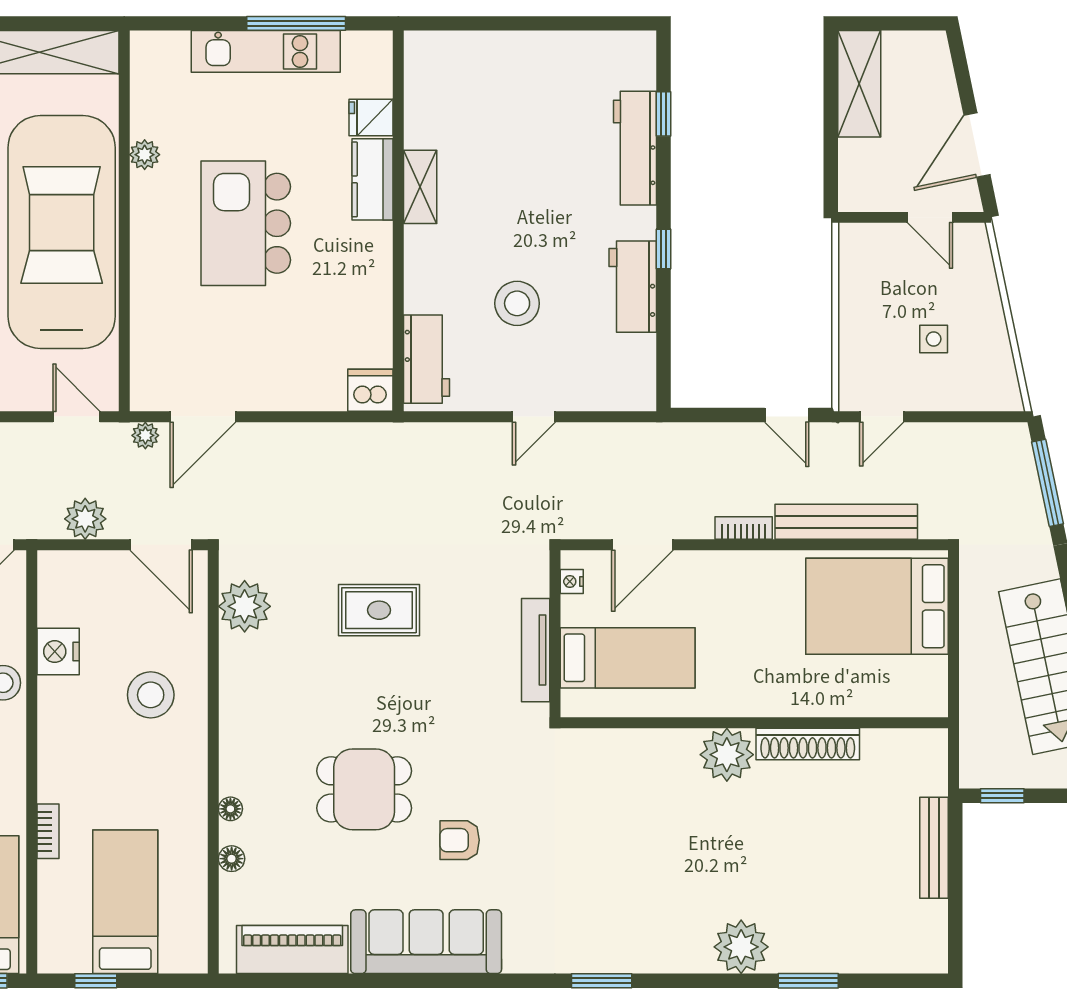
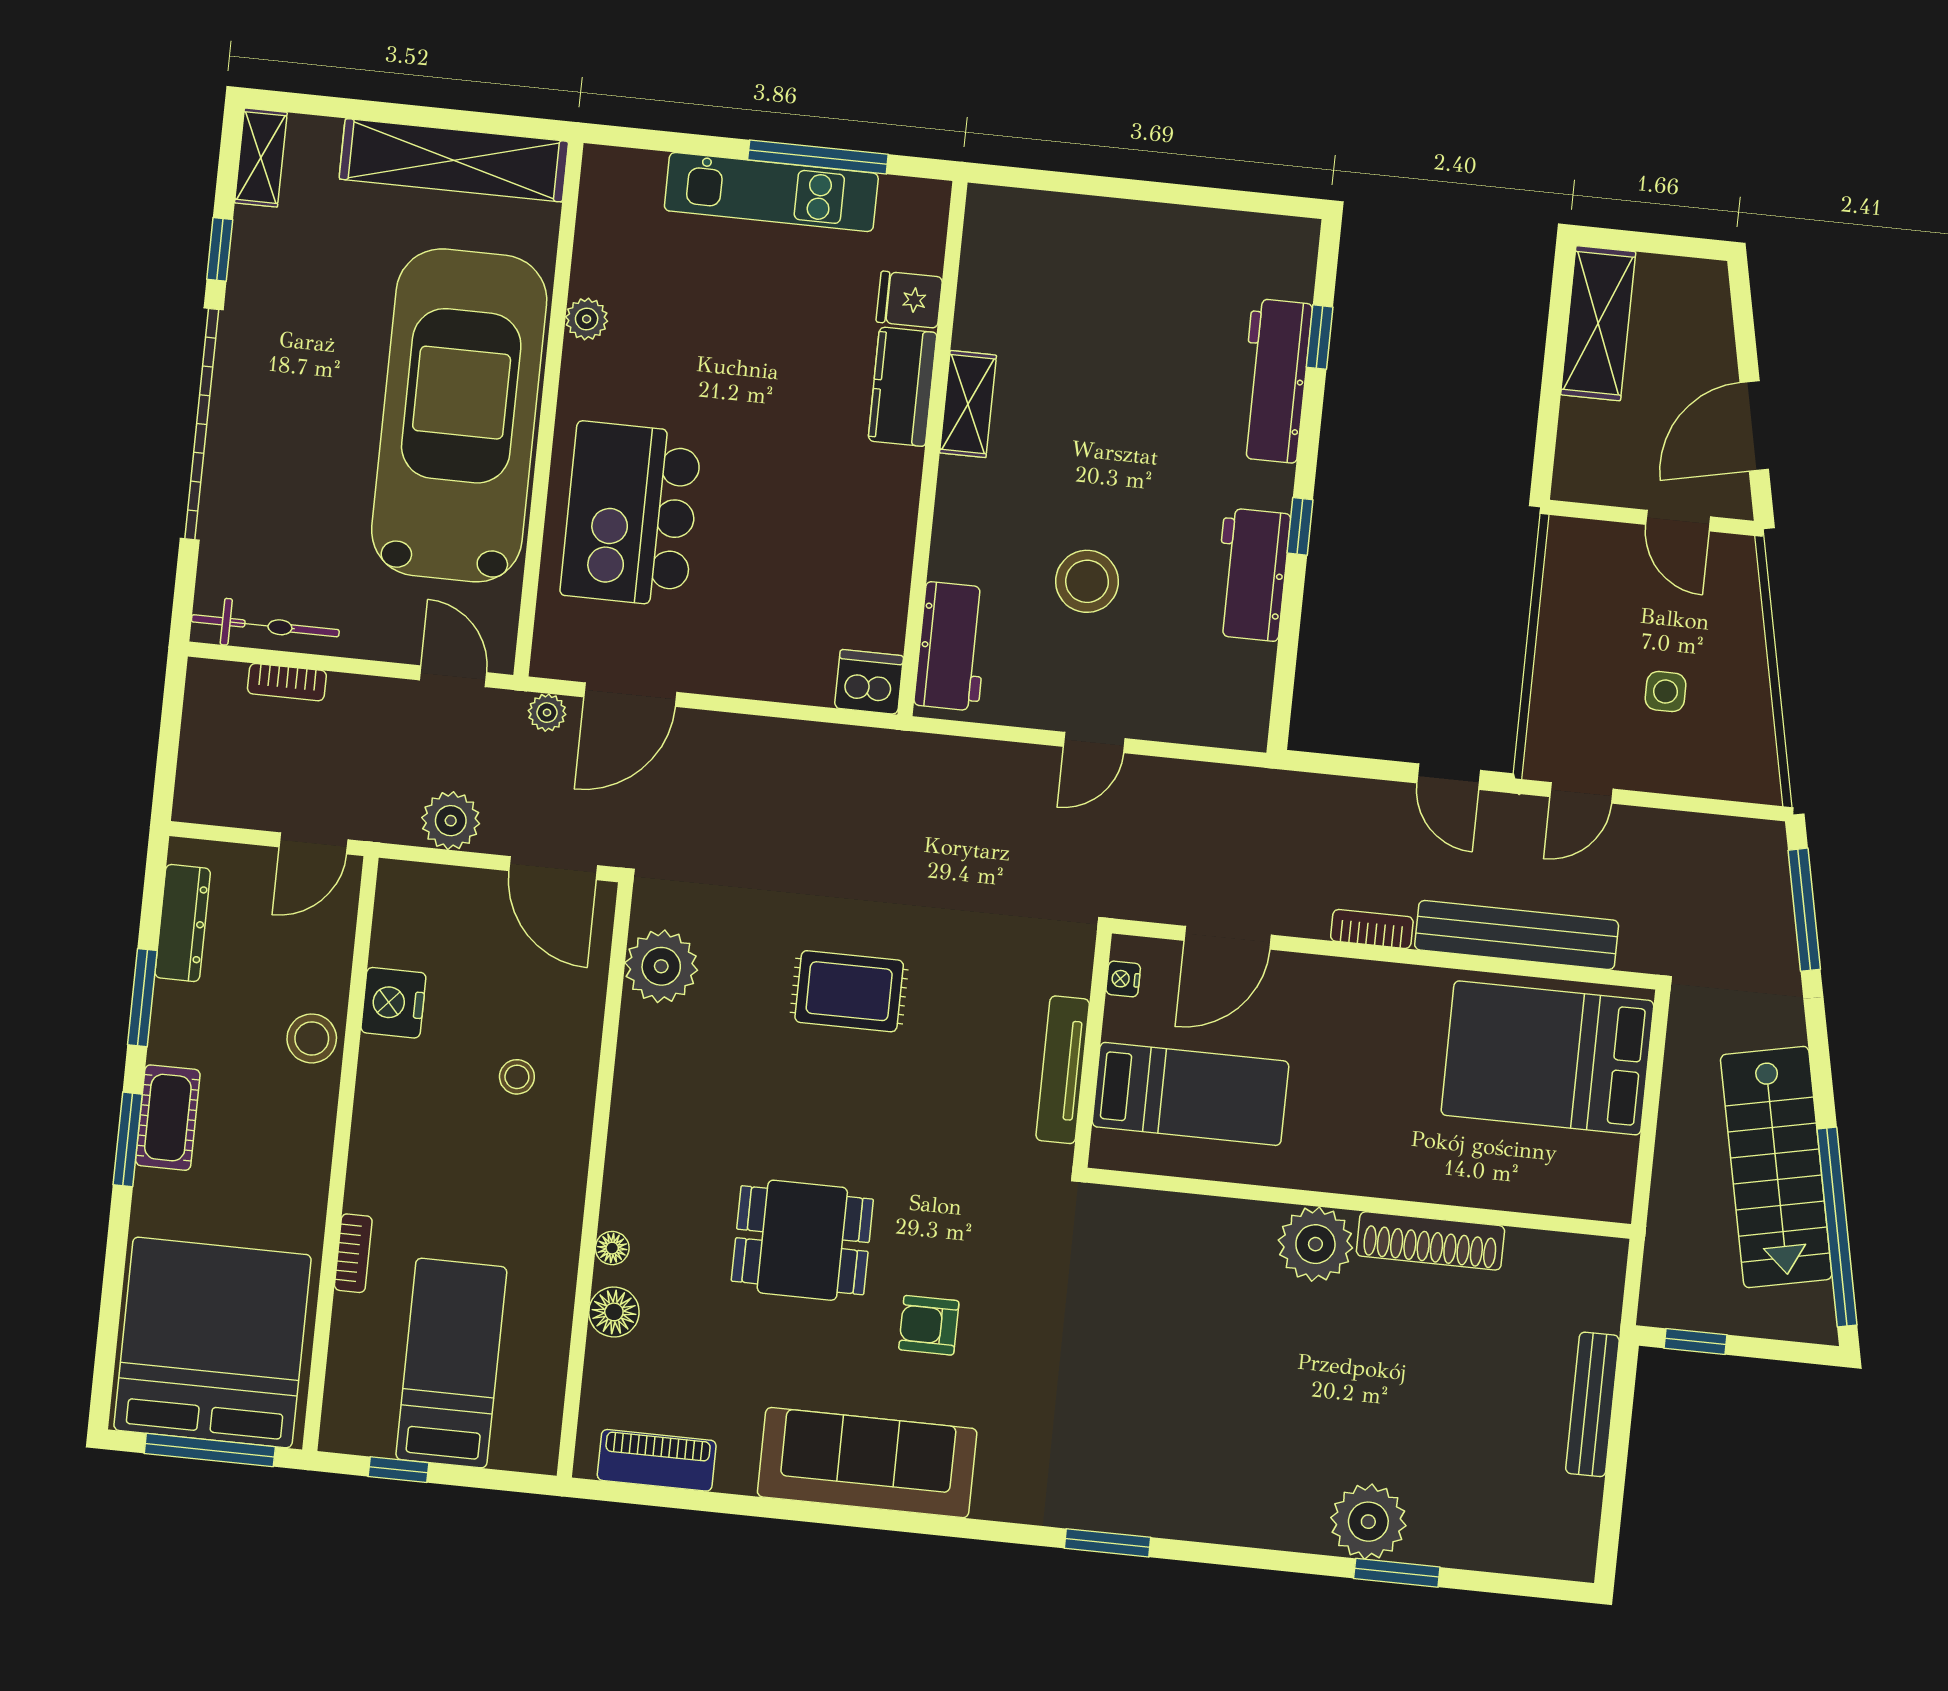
kitchen island: (246, 223) -> (631, 514), moved
stool: (151, 695) -> (517, 1077), width x0.53, depth x0.53
floor lamp: (232, 859) -> (614, 1312), width x1.37, depth x1.37
plant: (741, 947) -> (1368, 1522), moved
piano: (292, 950) -> (657, 1460), width x0.73, depth x0.75

